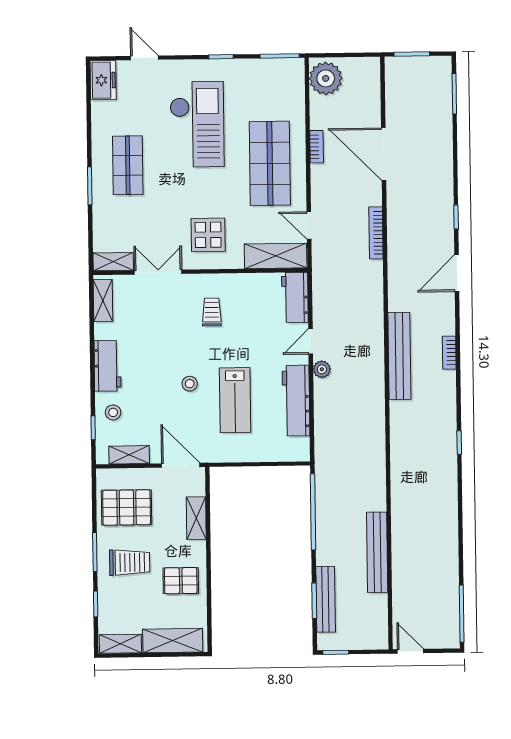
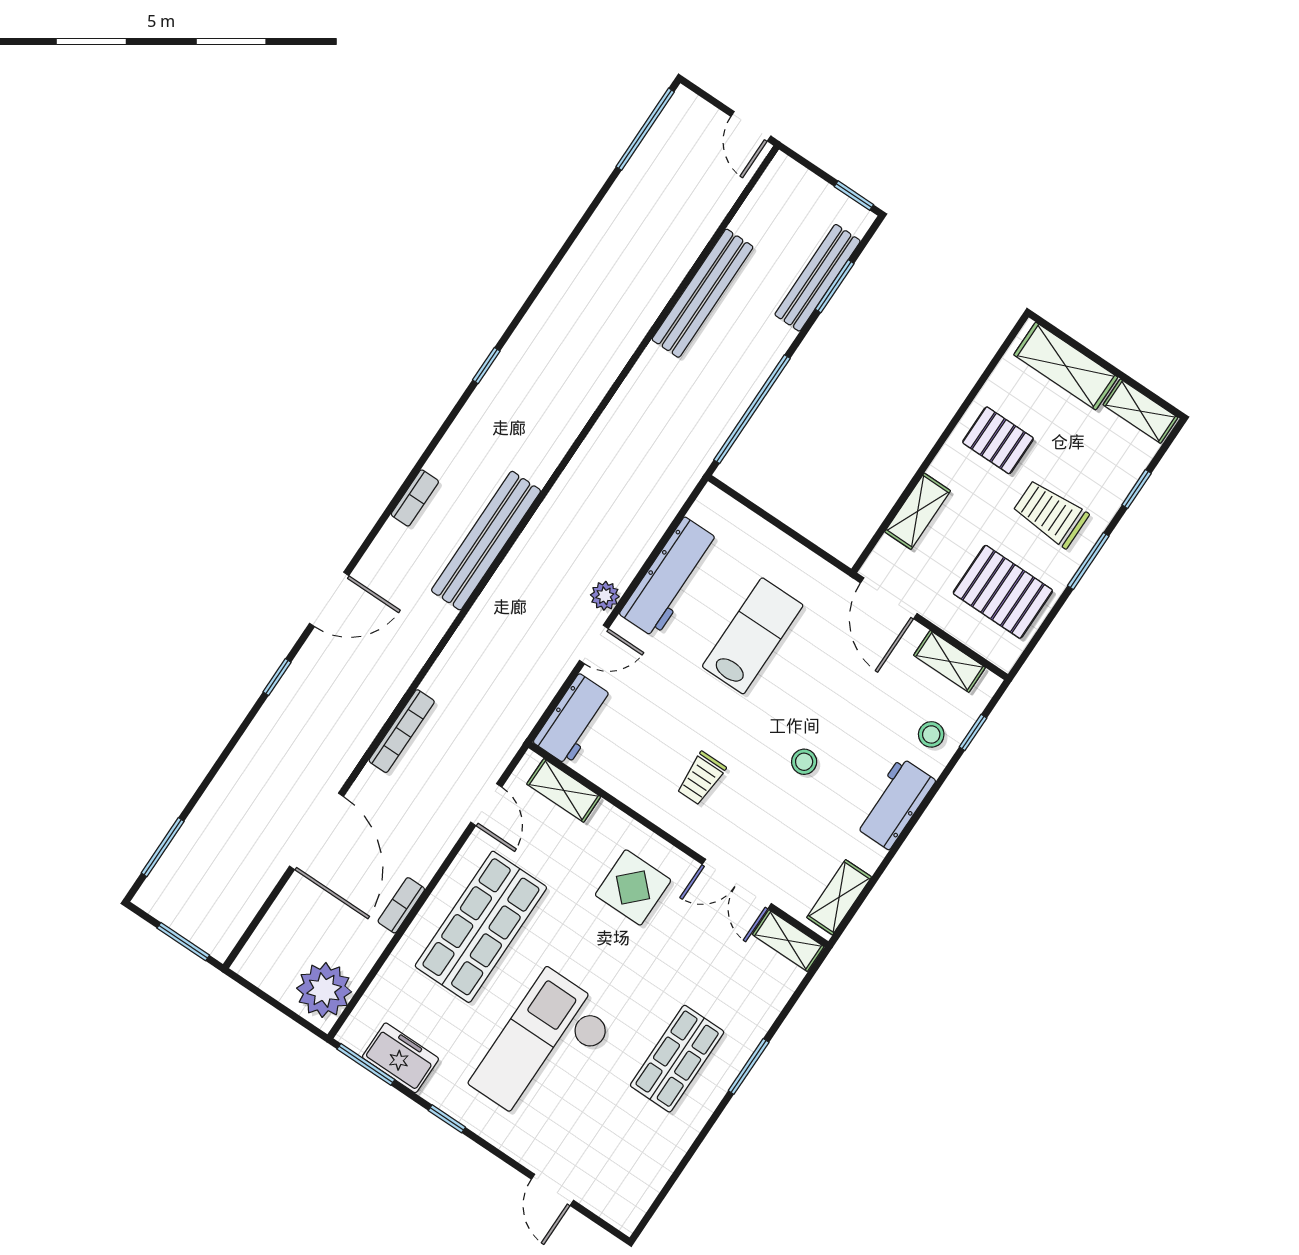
freezer: (103, 80) -> (400, 1058), moved, turned 90
shelving: (276, 256) -> (564, 790), width x0.67, depth x0.75
stool: (190, 384) -> (804, 762), moved

